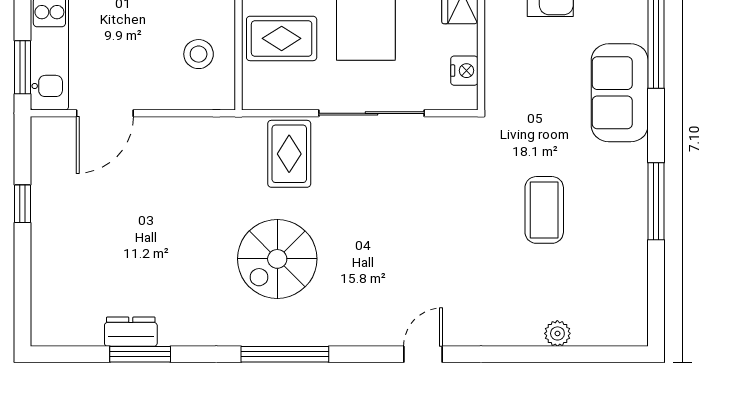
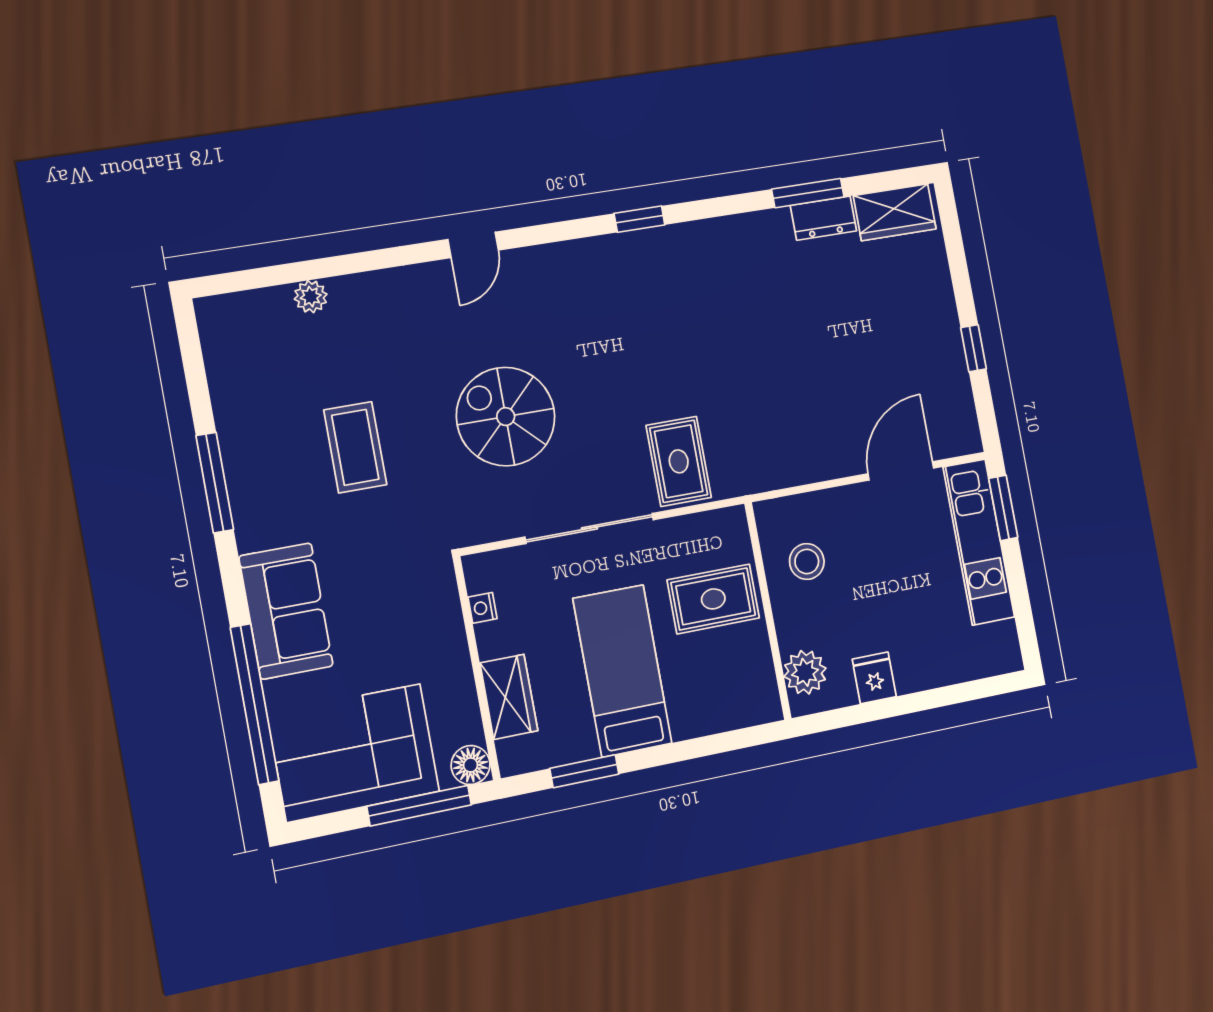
nightstand: (464, 71) -> (482, 608), width x0.72, depth x0.74
spiral stairs: (277, 259) -> (506, 417), moved, turned -90
wardrobe: (69, 327) -> (895, 212), added
window: (285, 354) -> (639, 219), width x0.46

